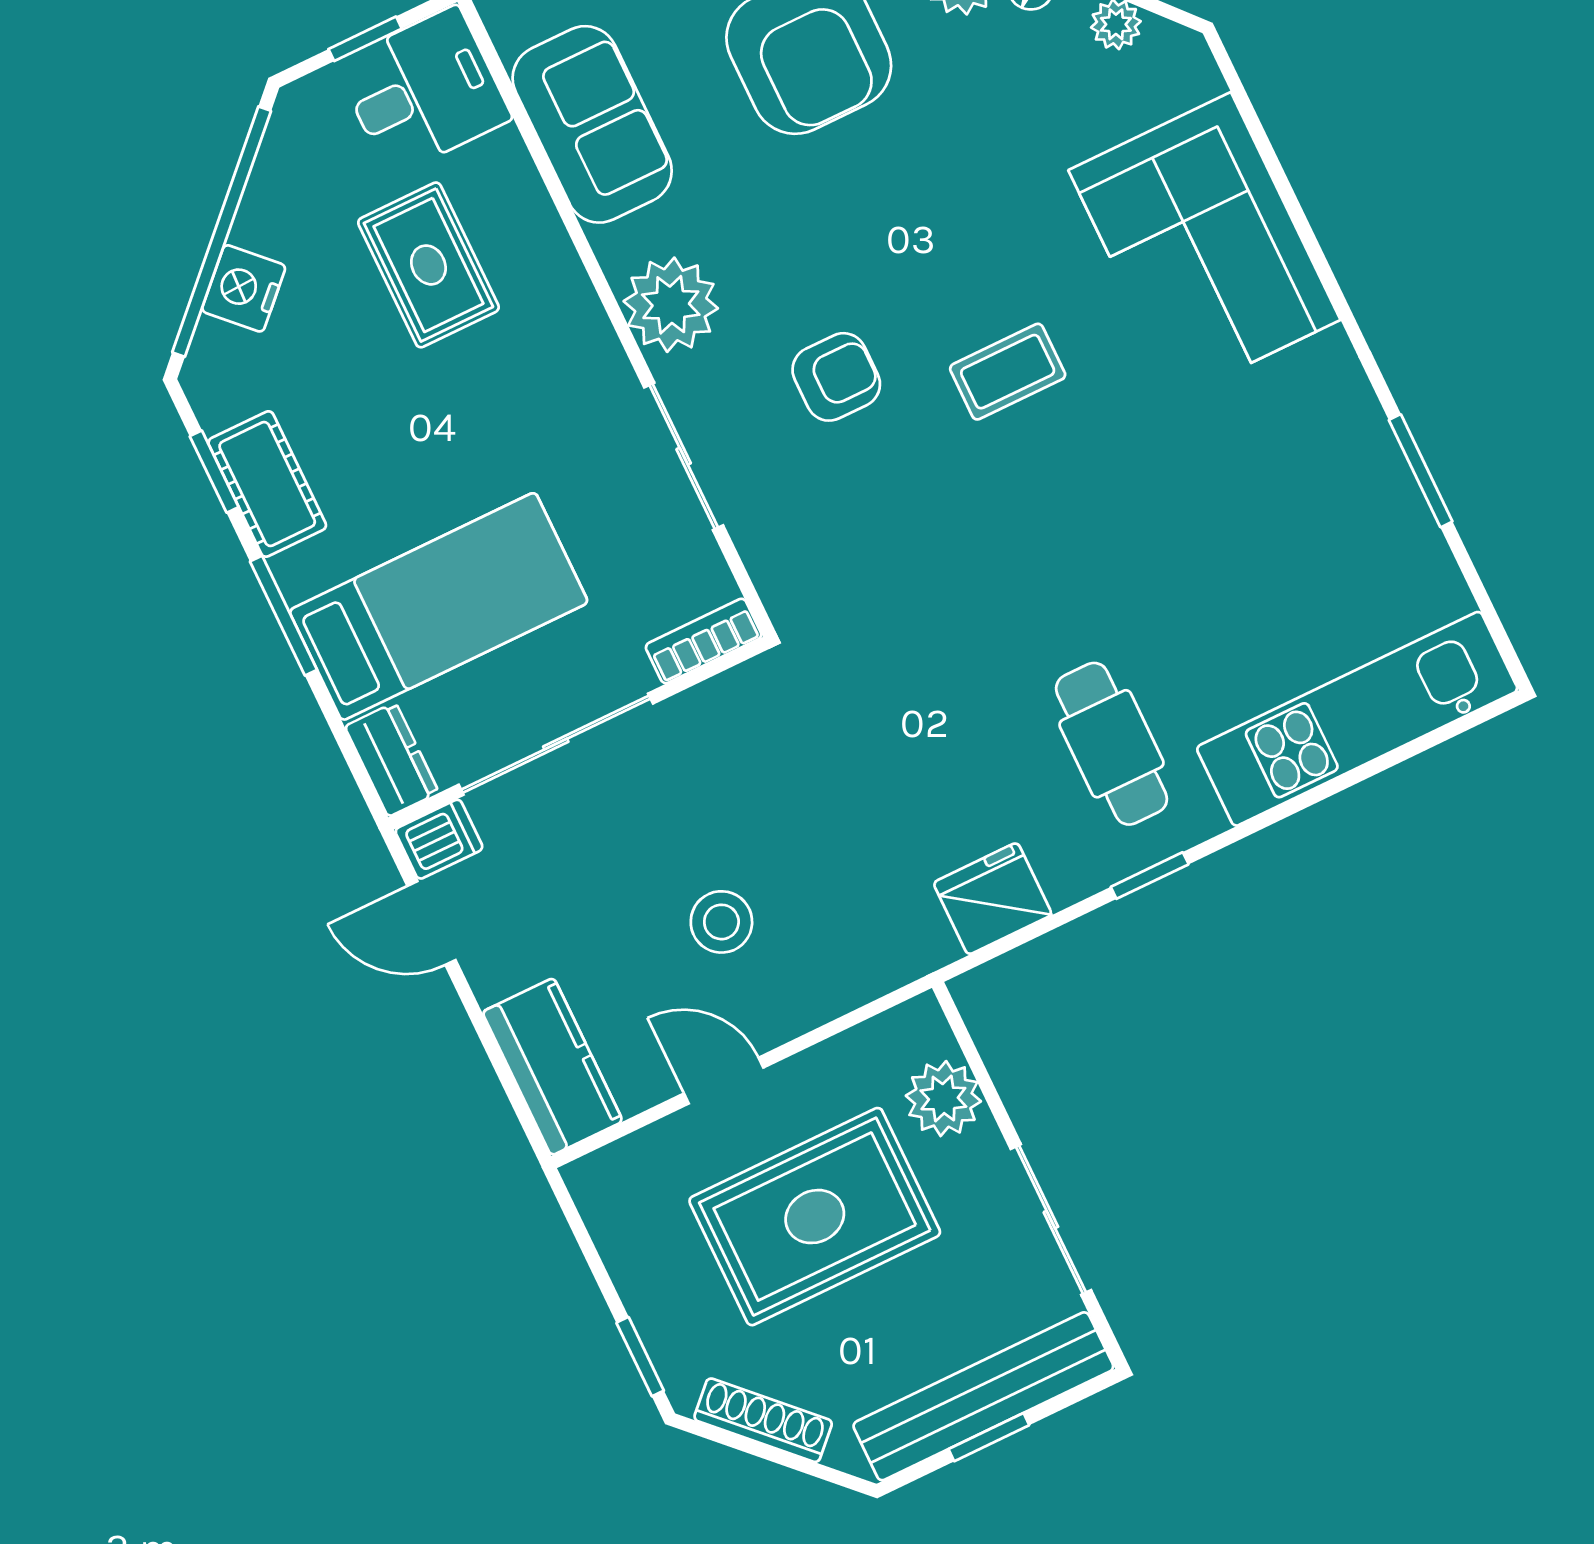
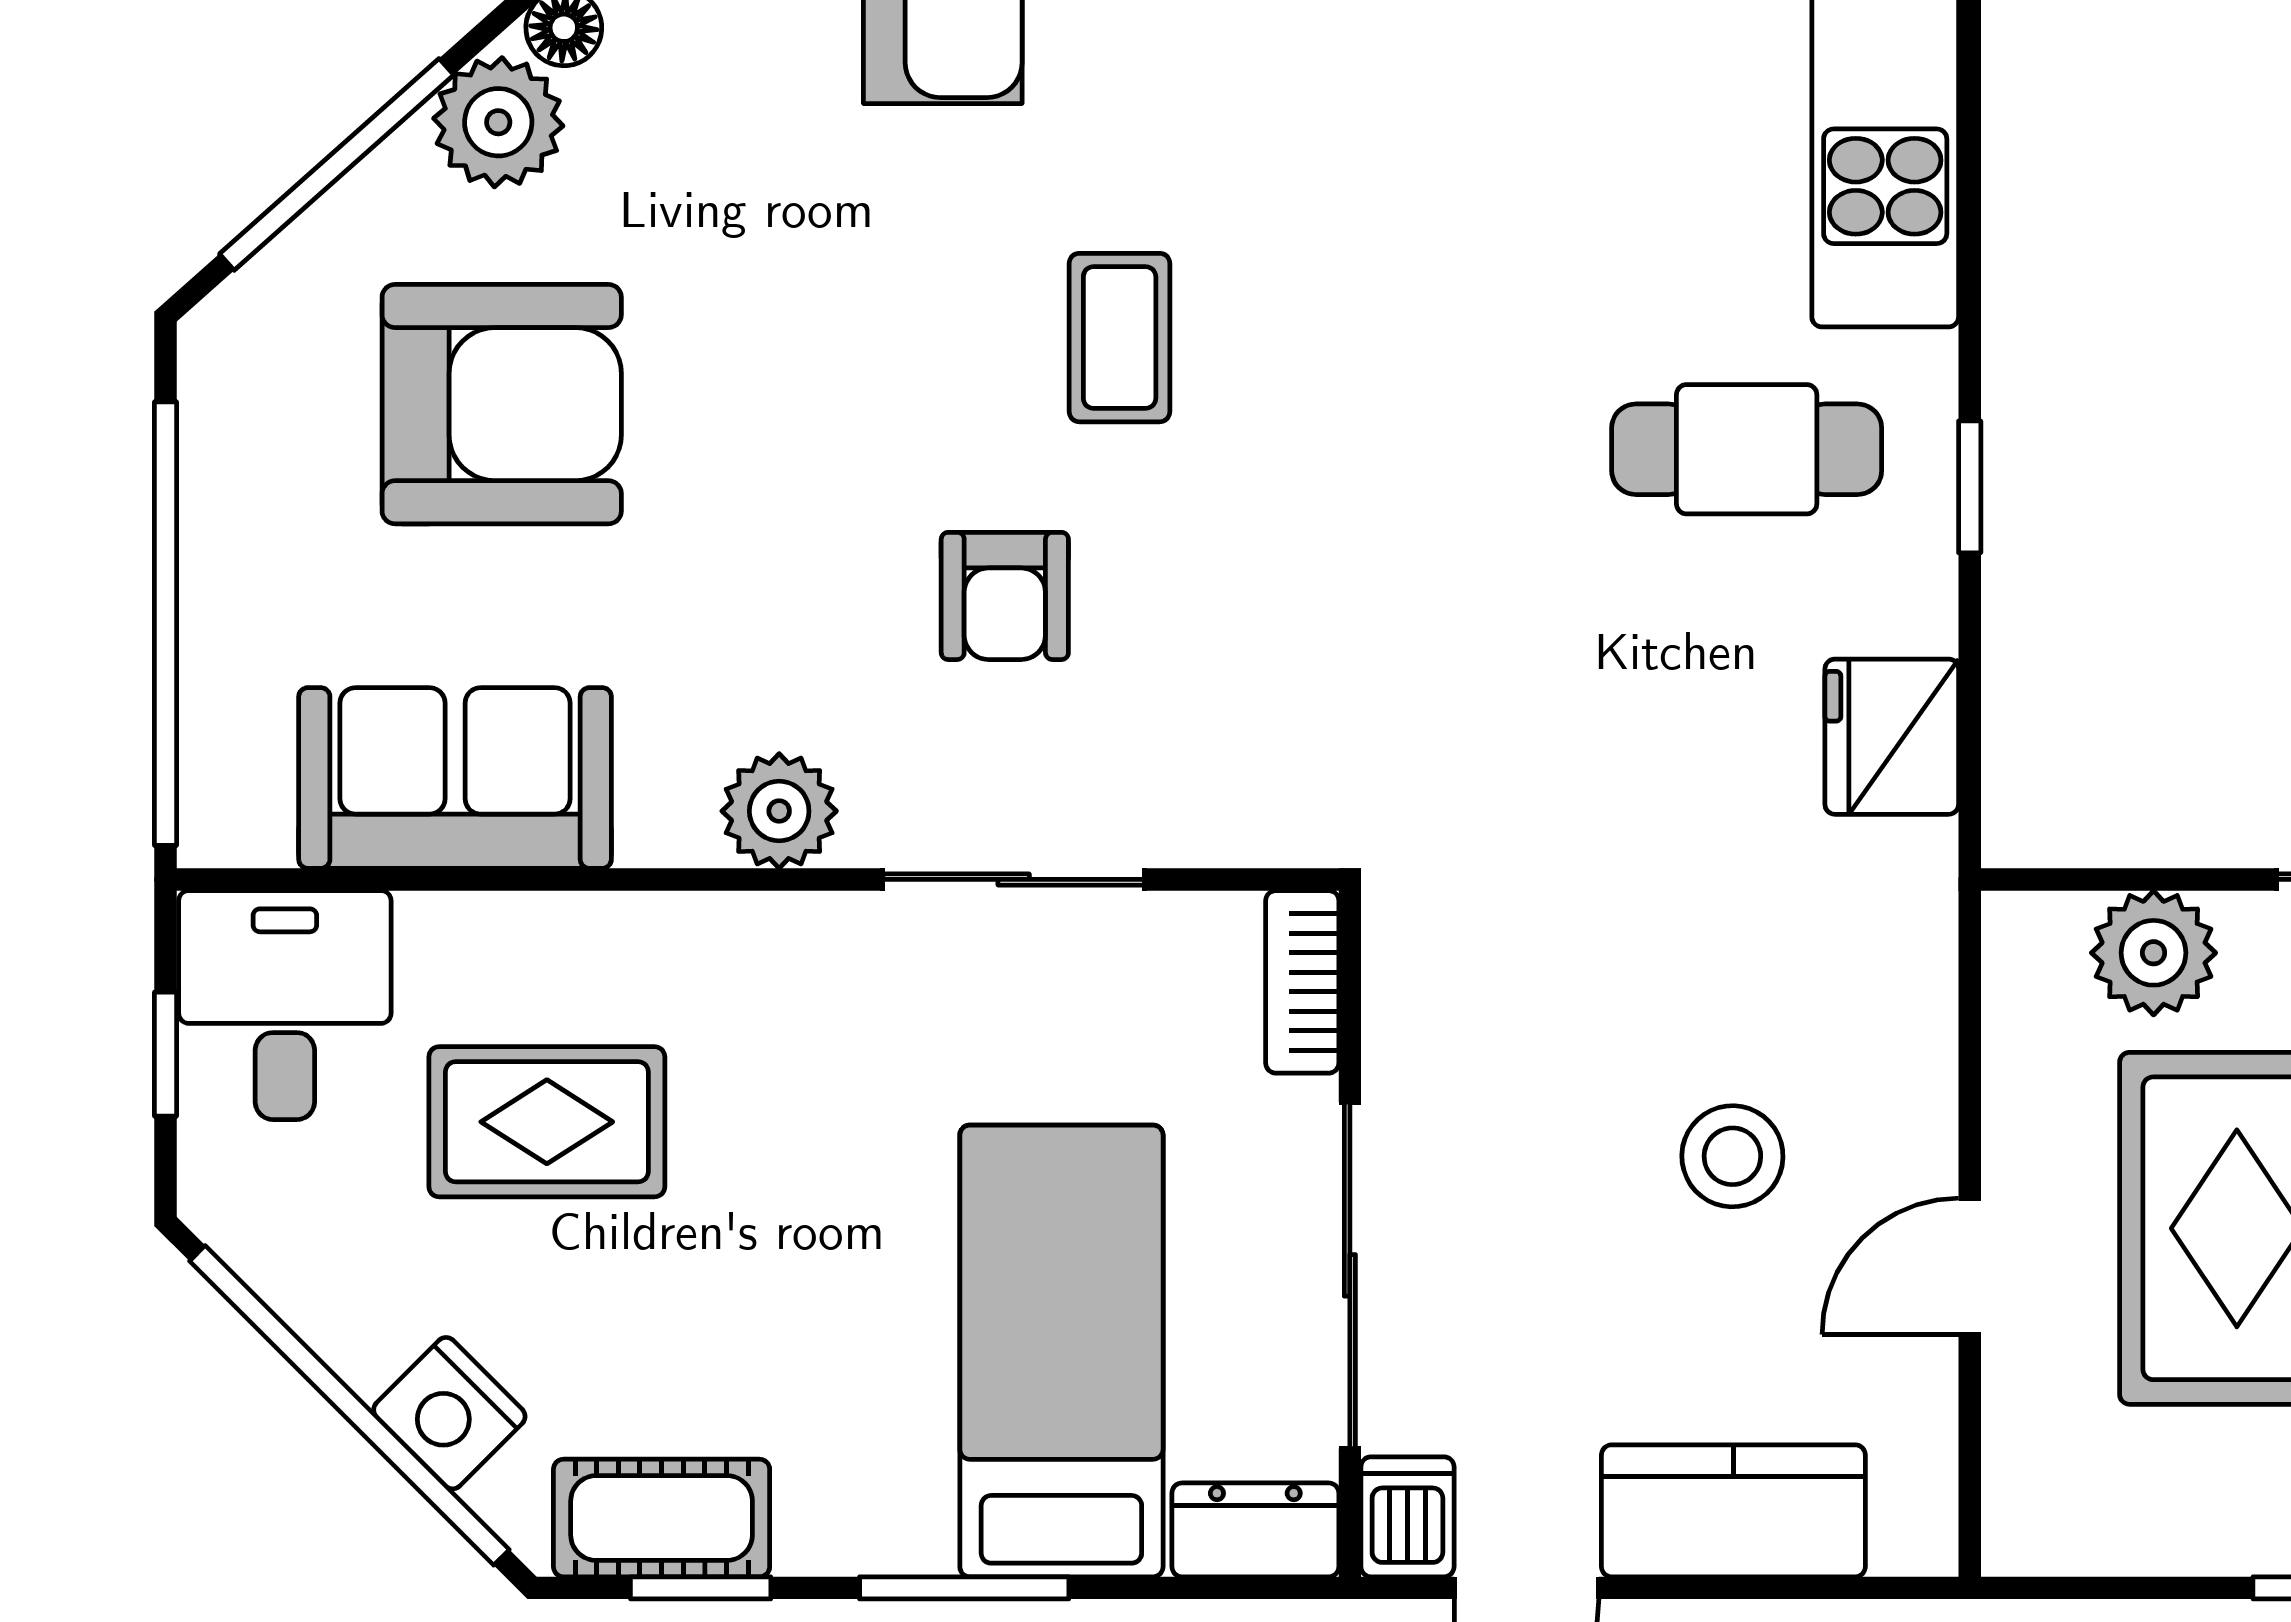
plant: (671, 305) -> (779, 811), width x0.73, depth x0.73
armchair: (836, 377) -> (1005, 596), turned 180
cot: (267, 484) -> (662, 1518), moved
kitchen counter: (552, 1067) -> (1733, 1511), moved

